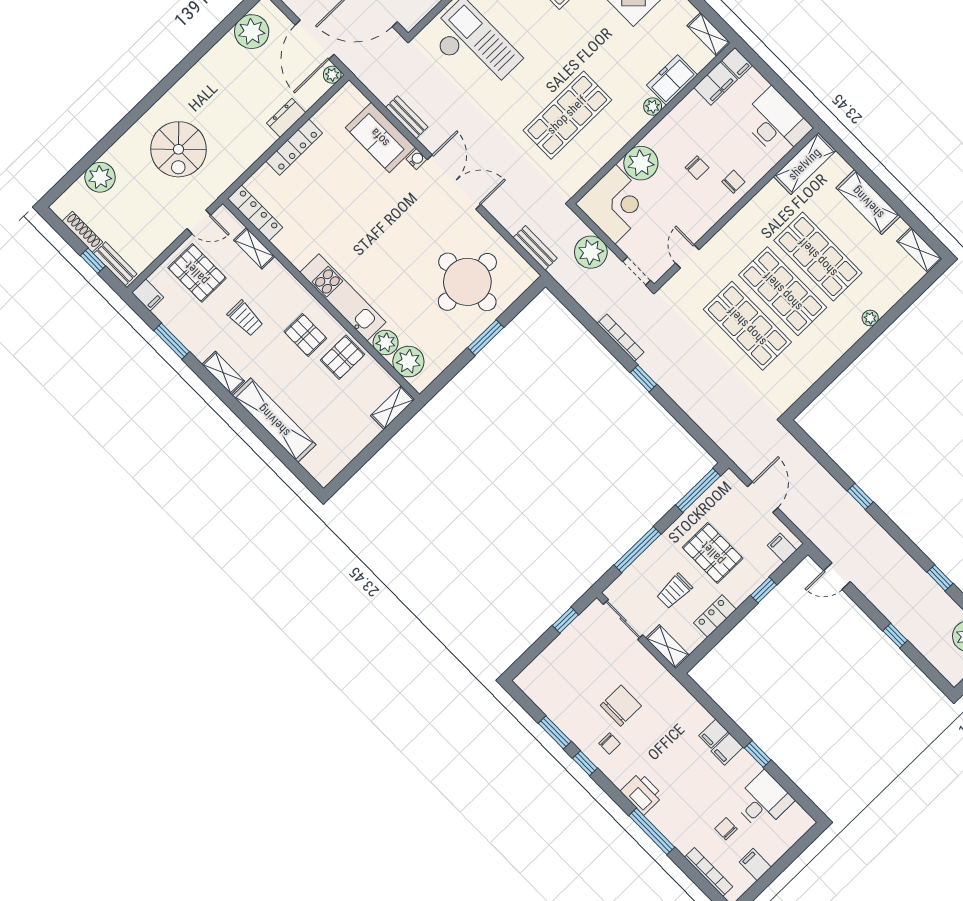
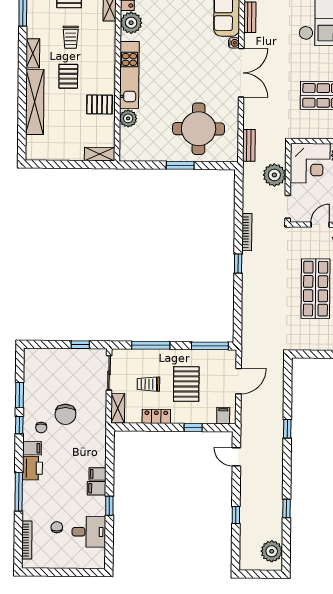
pallet: (305, 335) -> (68, 76), moved
plant: (408, 362) -> (131, 23), moved
chair: (621, 706) -> (65, 414), turned 90
filing cabinet: (755, 865) -> (32, 448), moved, turned 90

